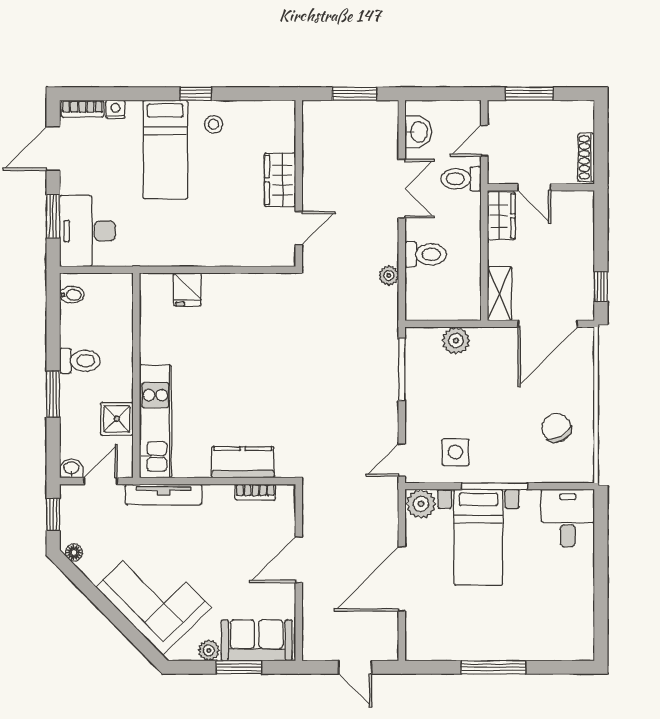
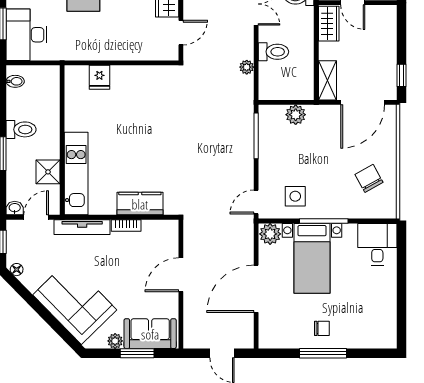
bookcase: (255, 492) -> (126, 225), moved
chair: (492, 633) -> (322, 328), added

